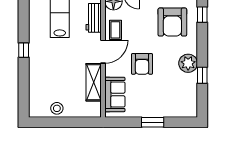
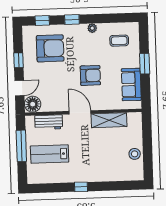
coffee table: (115, 30) -> (119, 41), moved
plant: (188, 63) -> (92, 28), width x0.53, depth x0.53
window: (202, 75) -> (72, 20), moved
sofa: (115, 94) -> (131, 84), moved, turned -90

